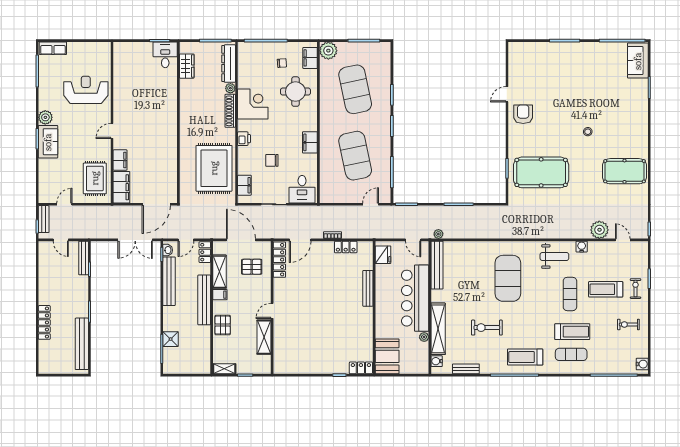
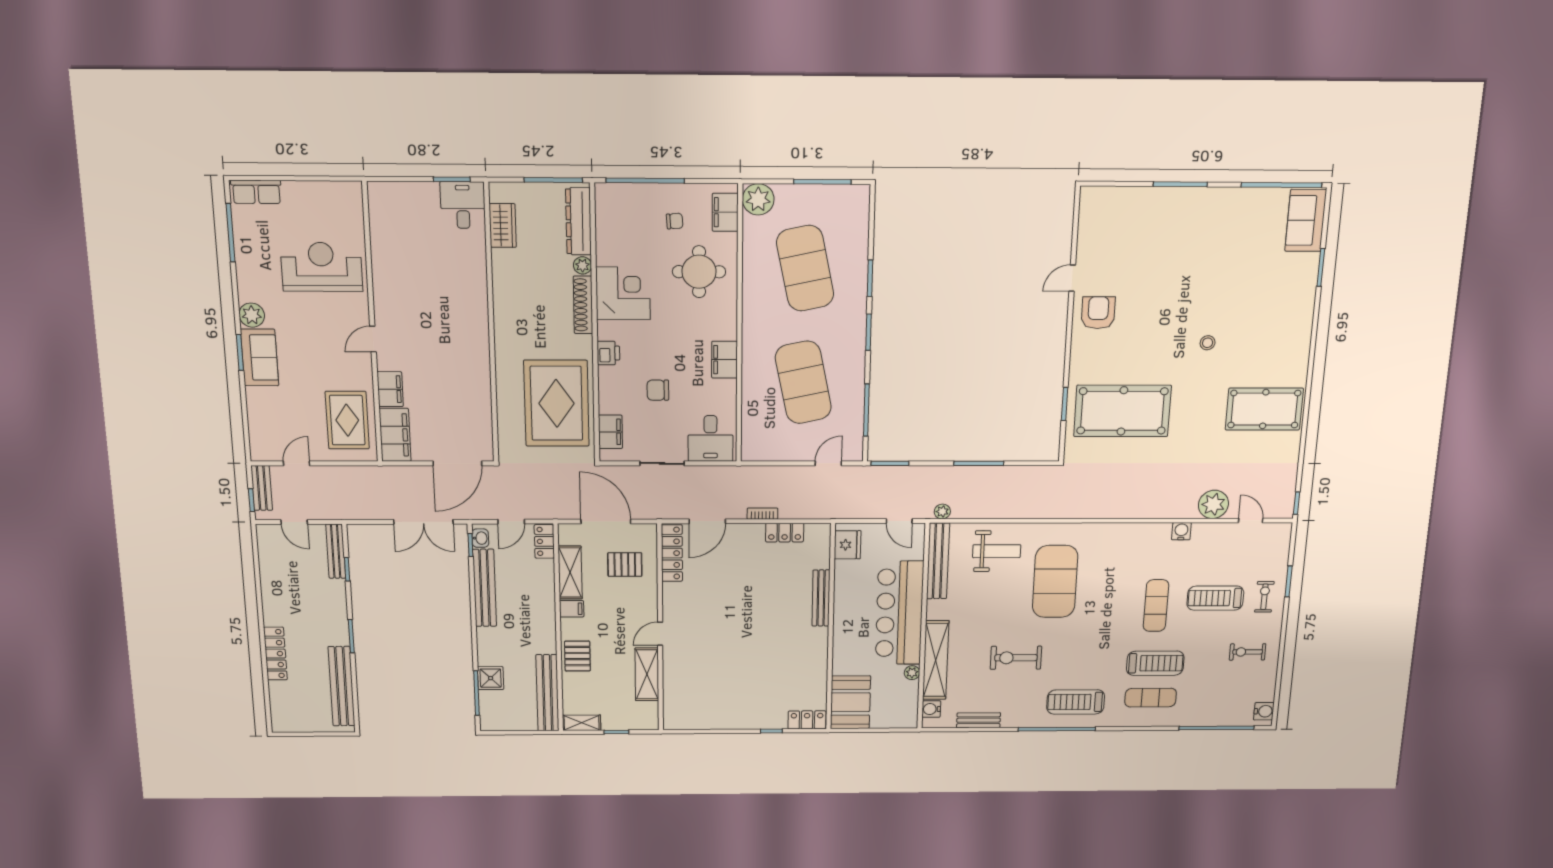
weight bench: (554, 256) -> (997, 551), moved
bench: (204, 300) -> (547, 693), moved

